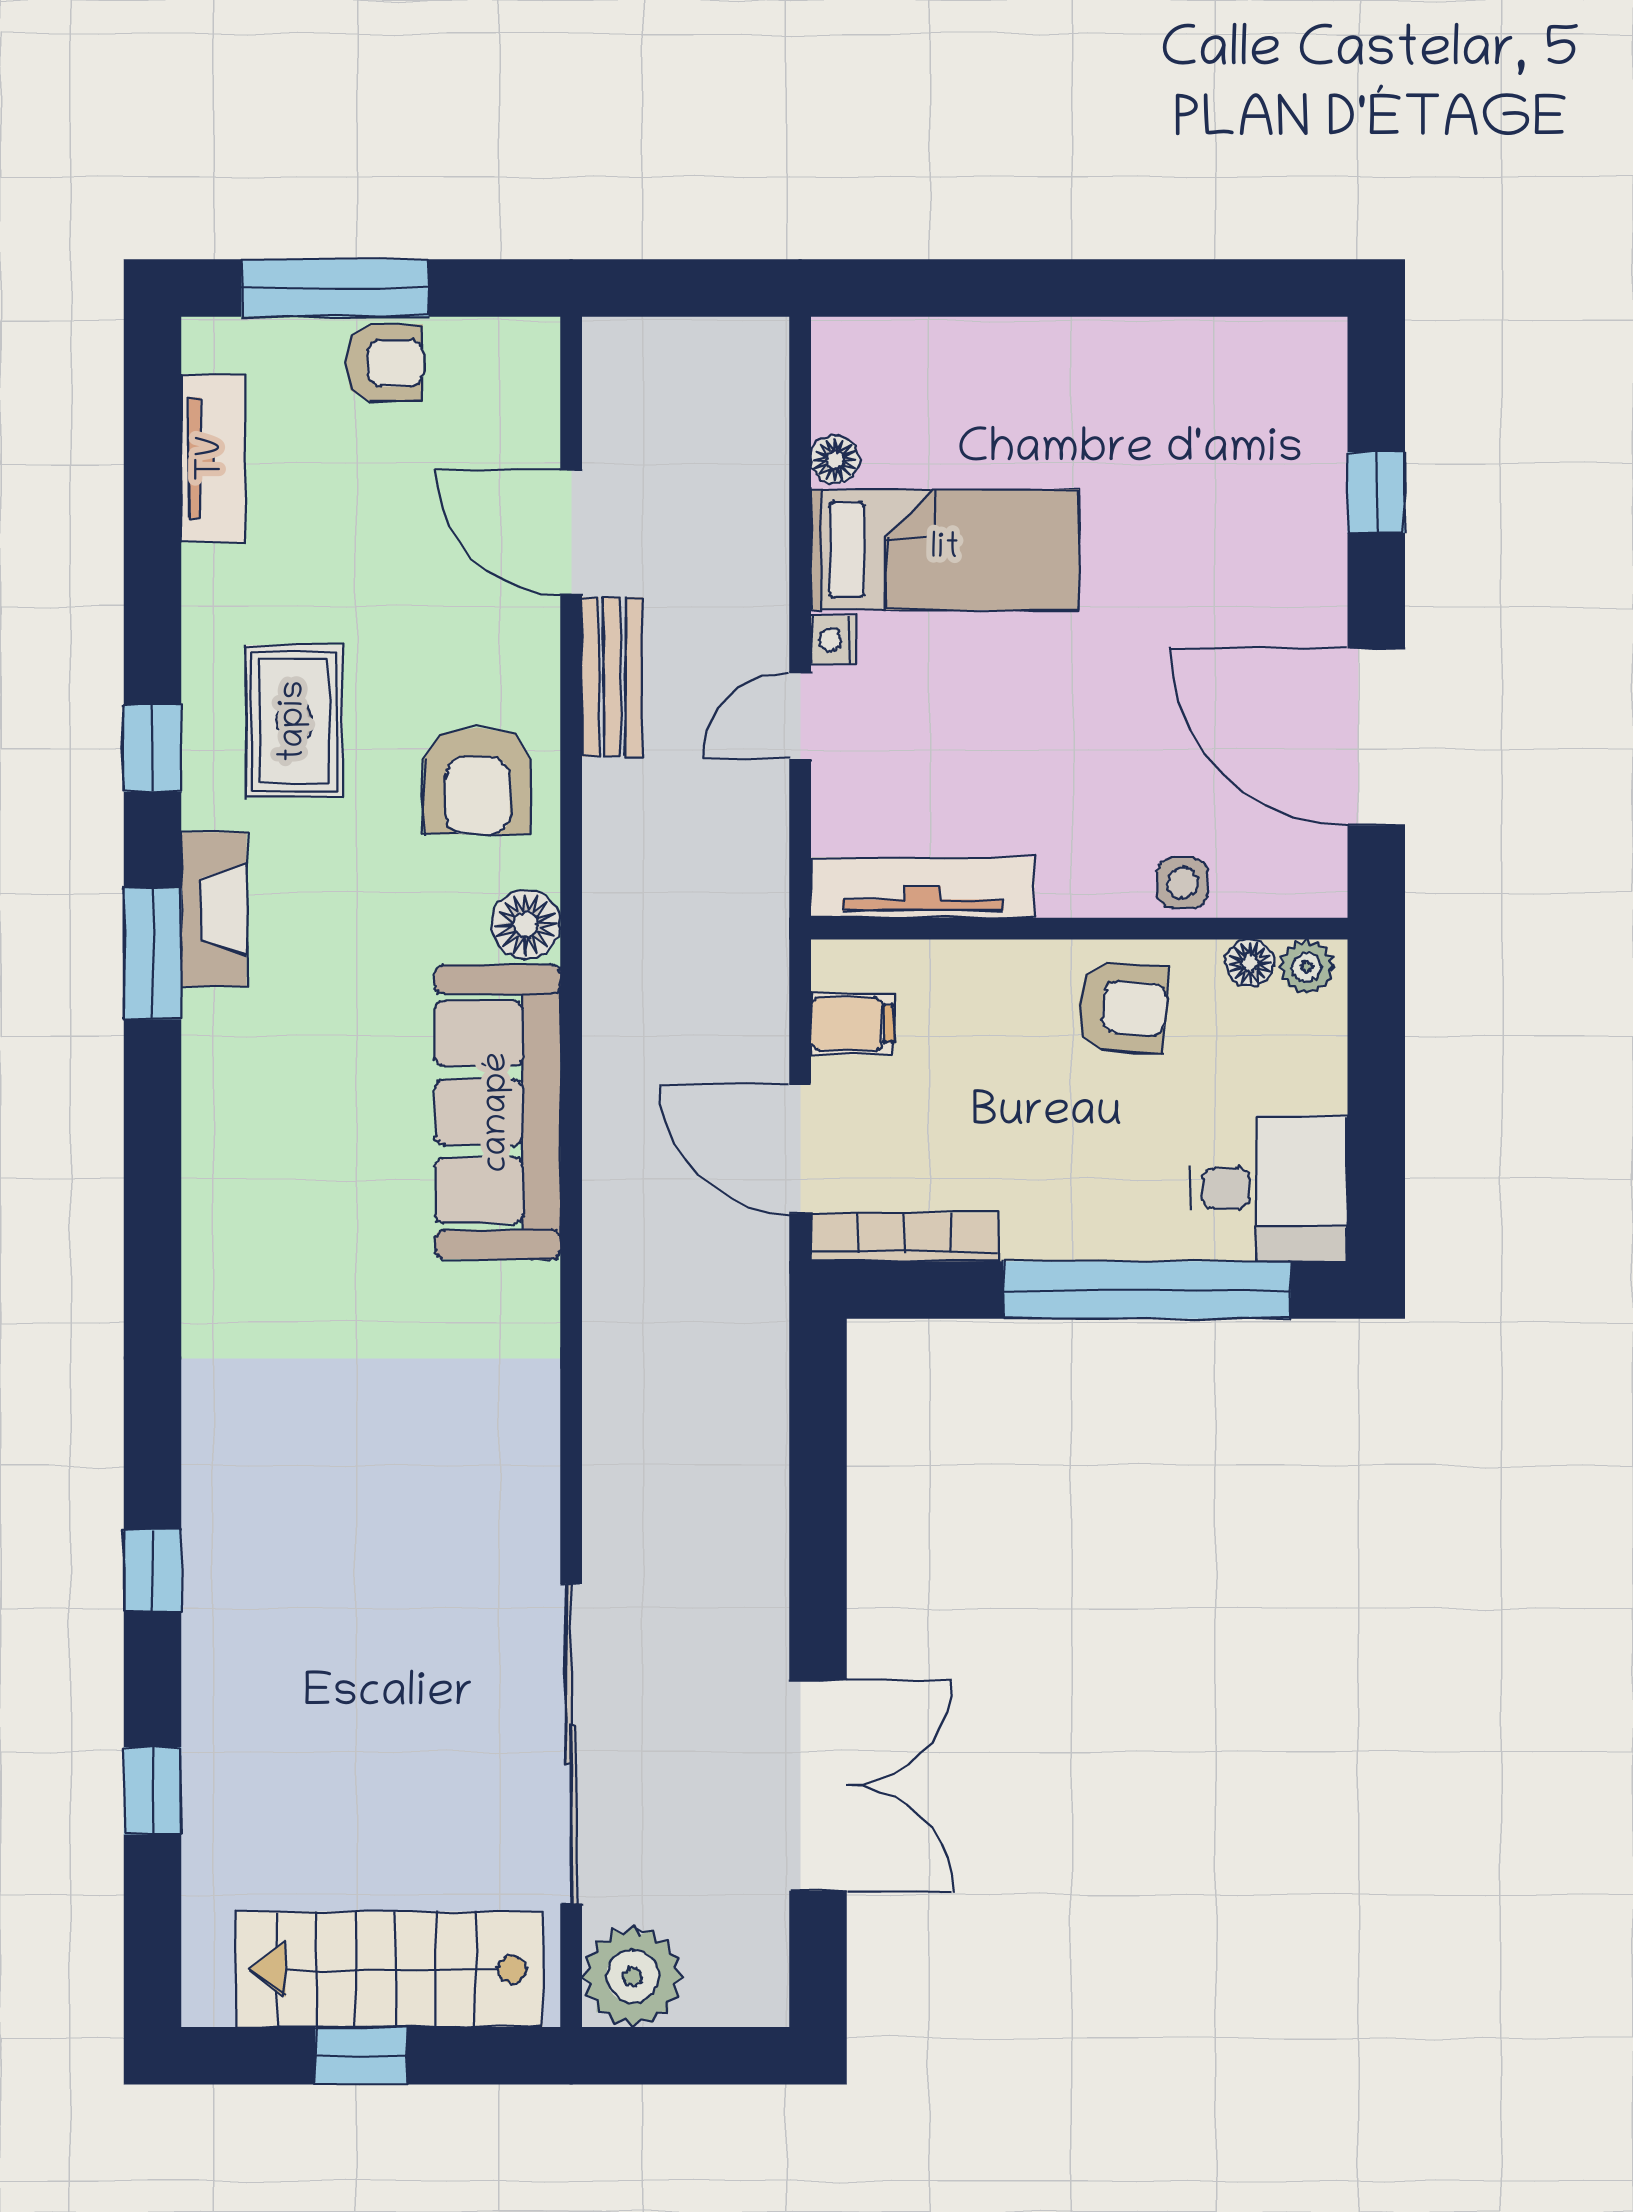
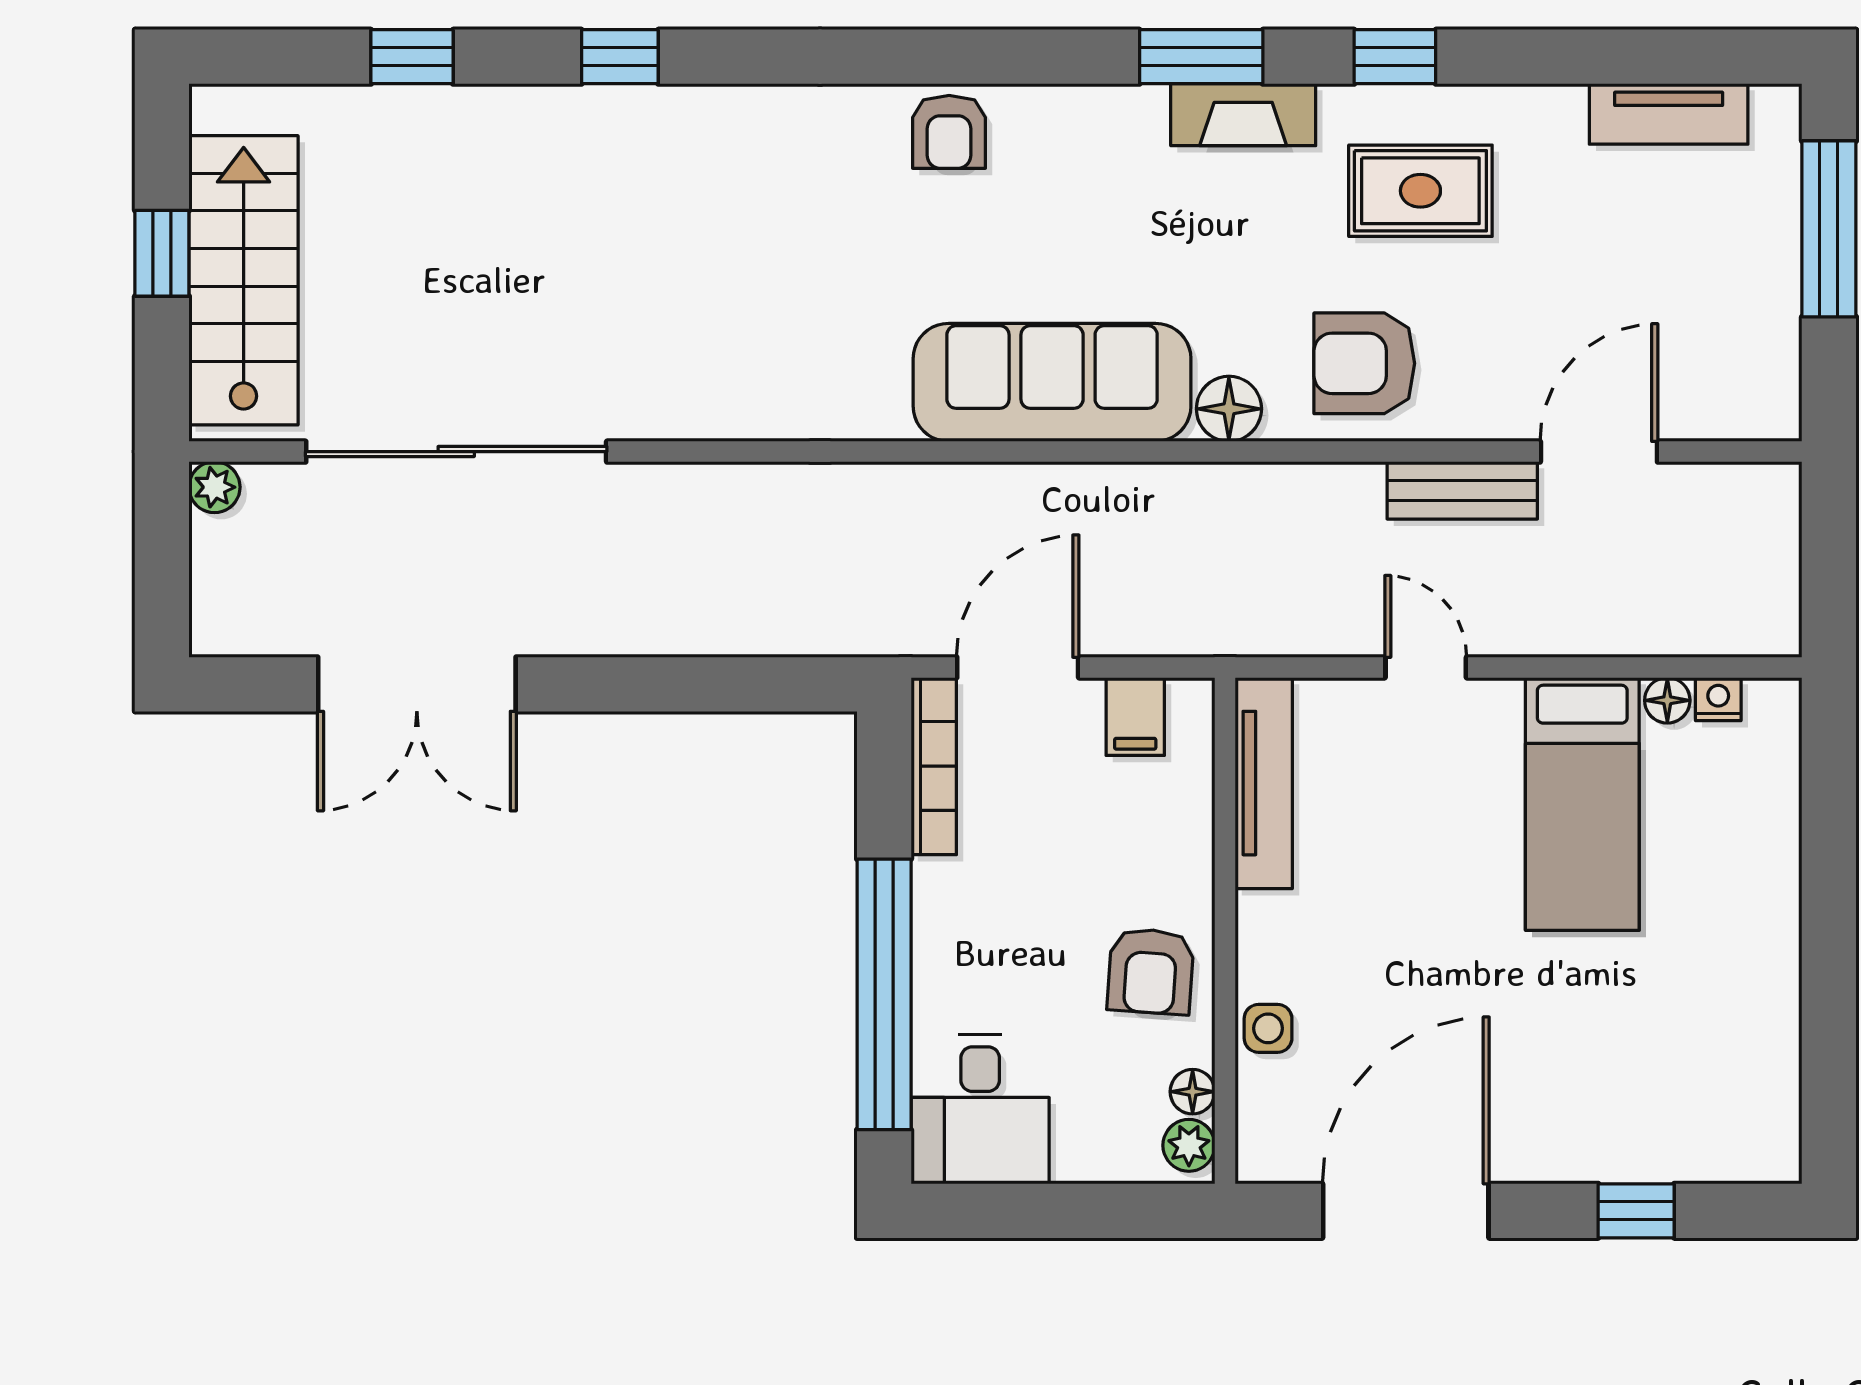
armchair: (384, 363) -> (949, 132), moved
nightstand: (834, 640) -> (1718, 699), moved
plant: (633, 1976) -> (214, 487), width x0.53, depth x0.53

